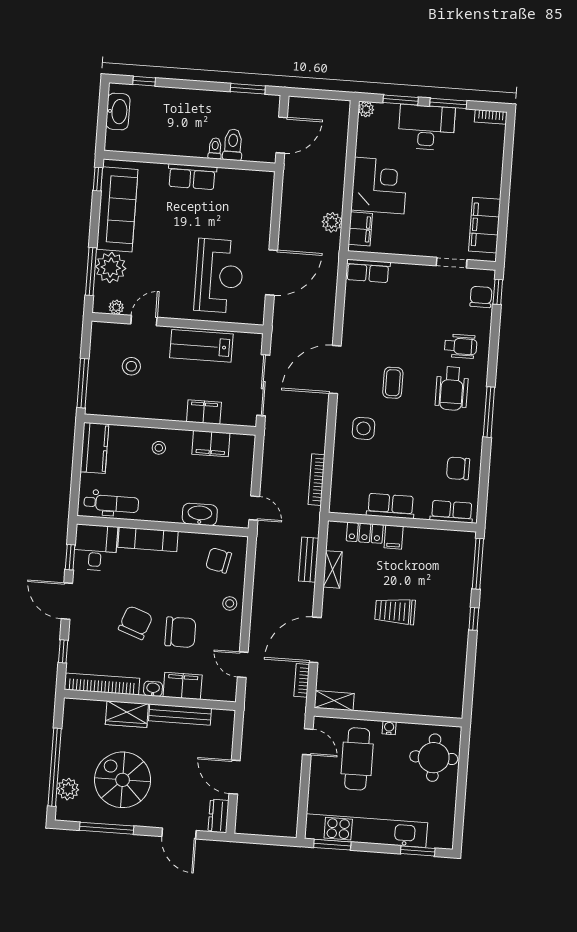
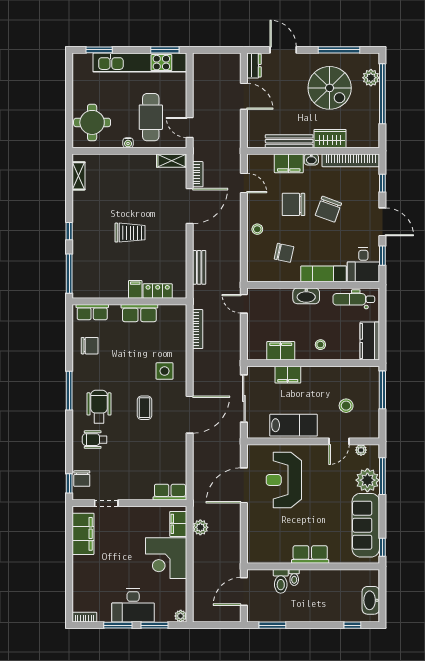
washbasin: (200, 514) -> (306, 296), moved
chair: (219, 560) -> (284, 253), moved
shelving: (333, 569) -> (79, 176), moved

